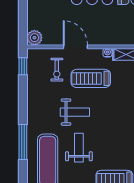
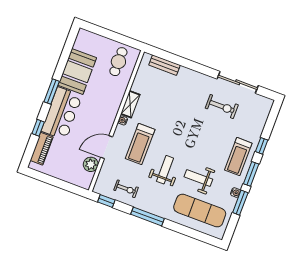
plant: (34, 38) -> (91, 164), moved
exercise bike: (57, 70) -> (126, 189), moved
window: (23, 142) -> (147, 216), moved

